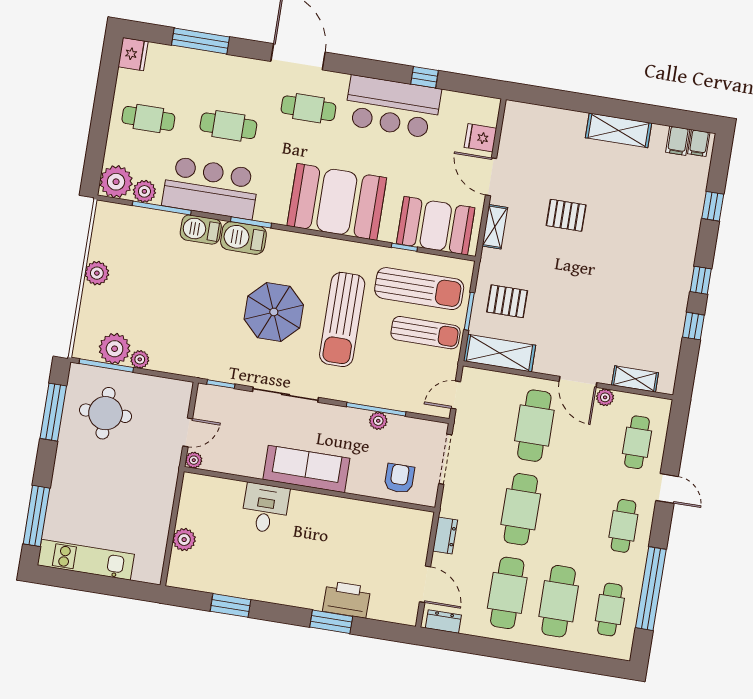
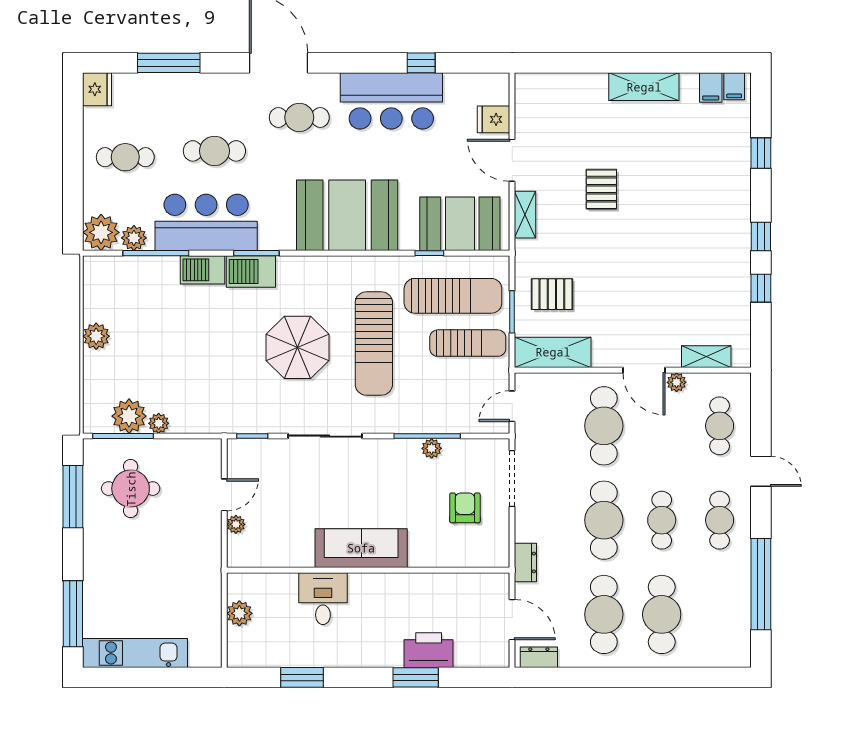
pallet: (566, 215) -> (601, 189), turned 90
sofa: (306, 469) -> (361, 548), moved
wall: (309, 489) -> (368, 570), moved
desk: (265, 508) -> (323, 599), moved
cafe table: (610, 610) -> (662, 520), moved

